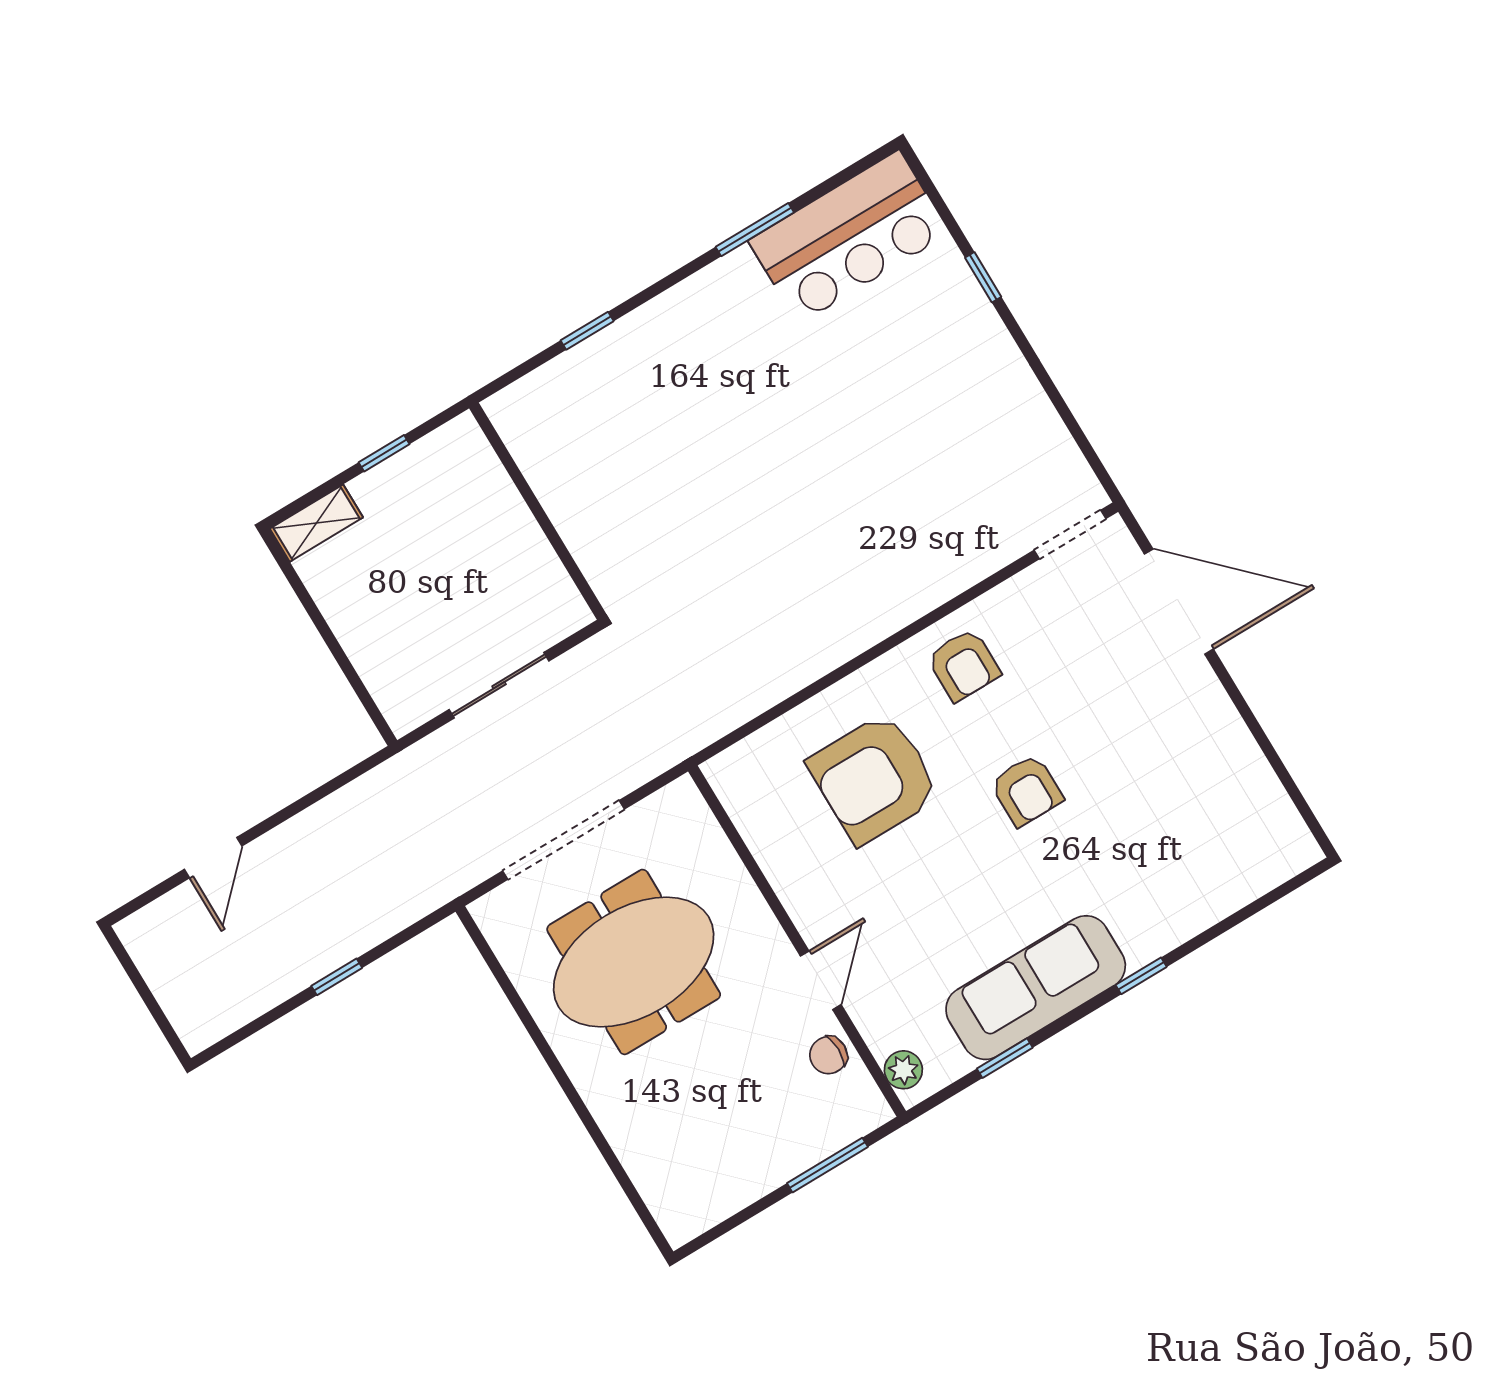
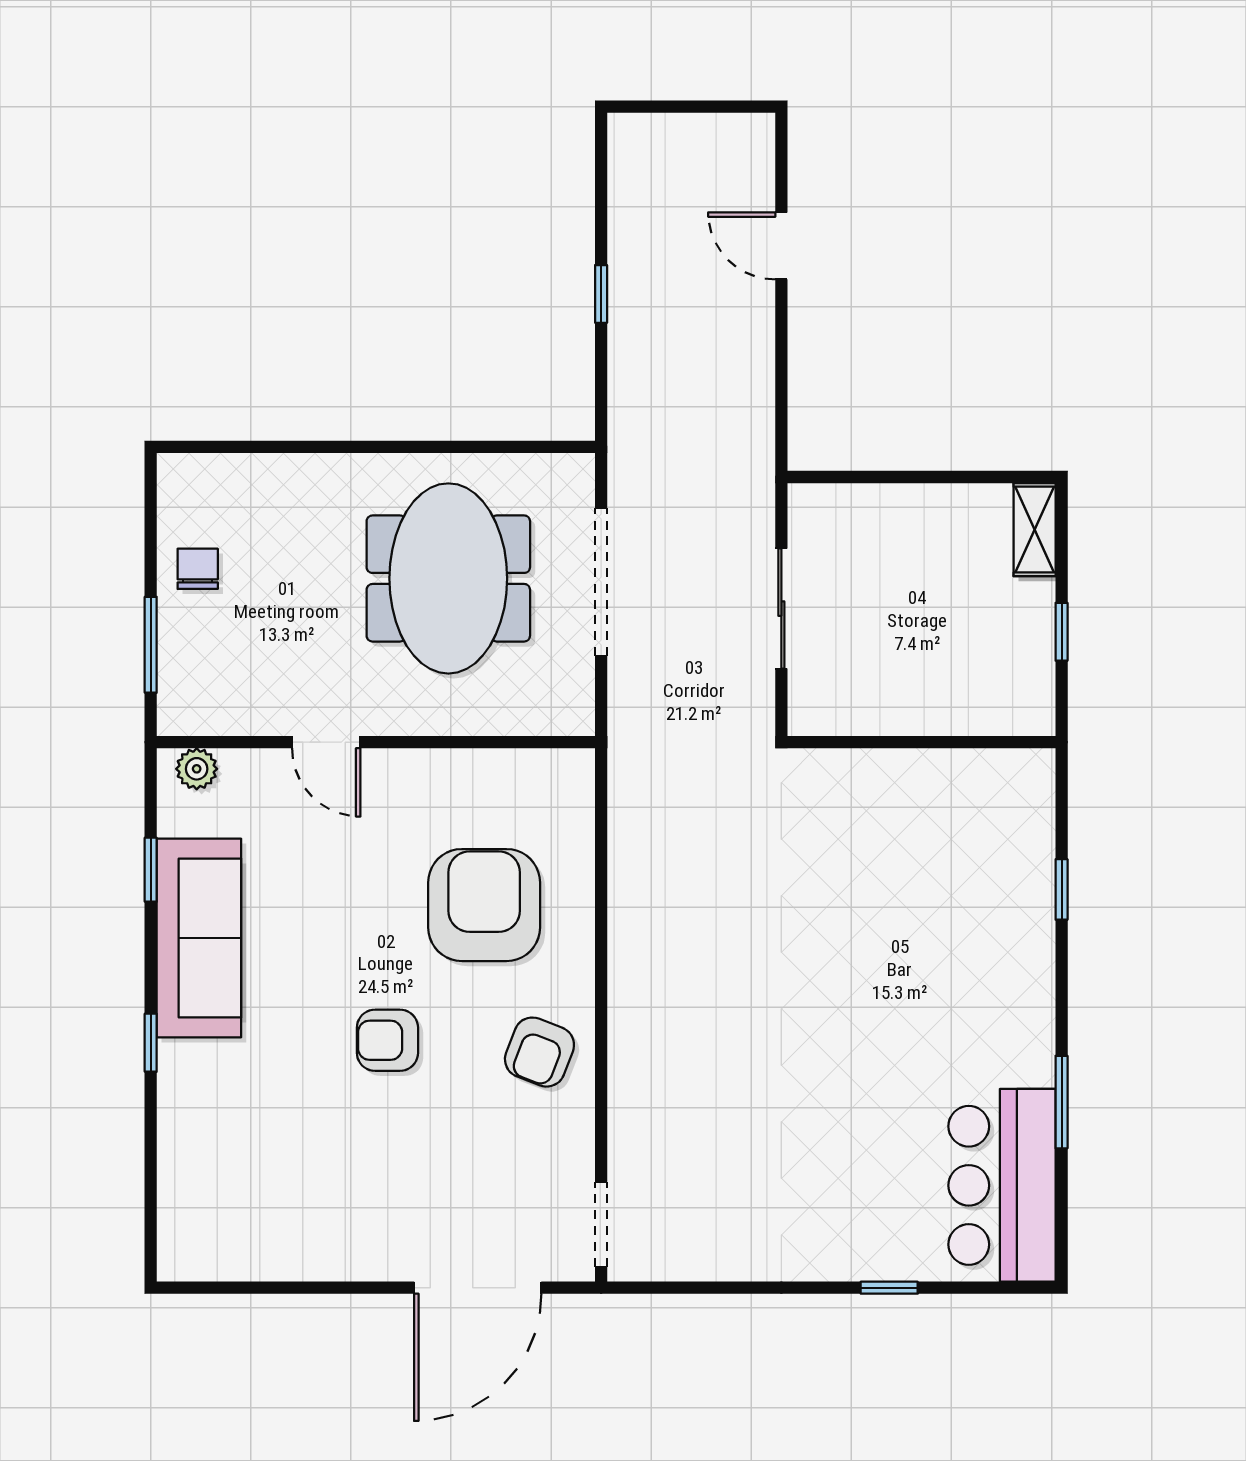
armchair: (964, 665) -> (539, 1052), turned -69
chair: (828, 1055) -> (198, 569), moved

